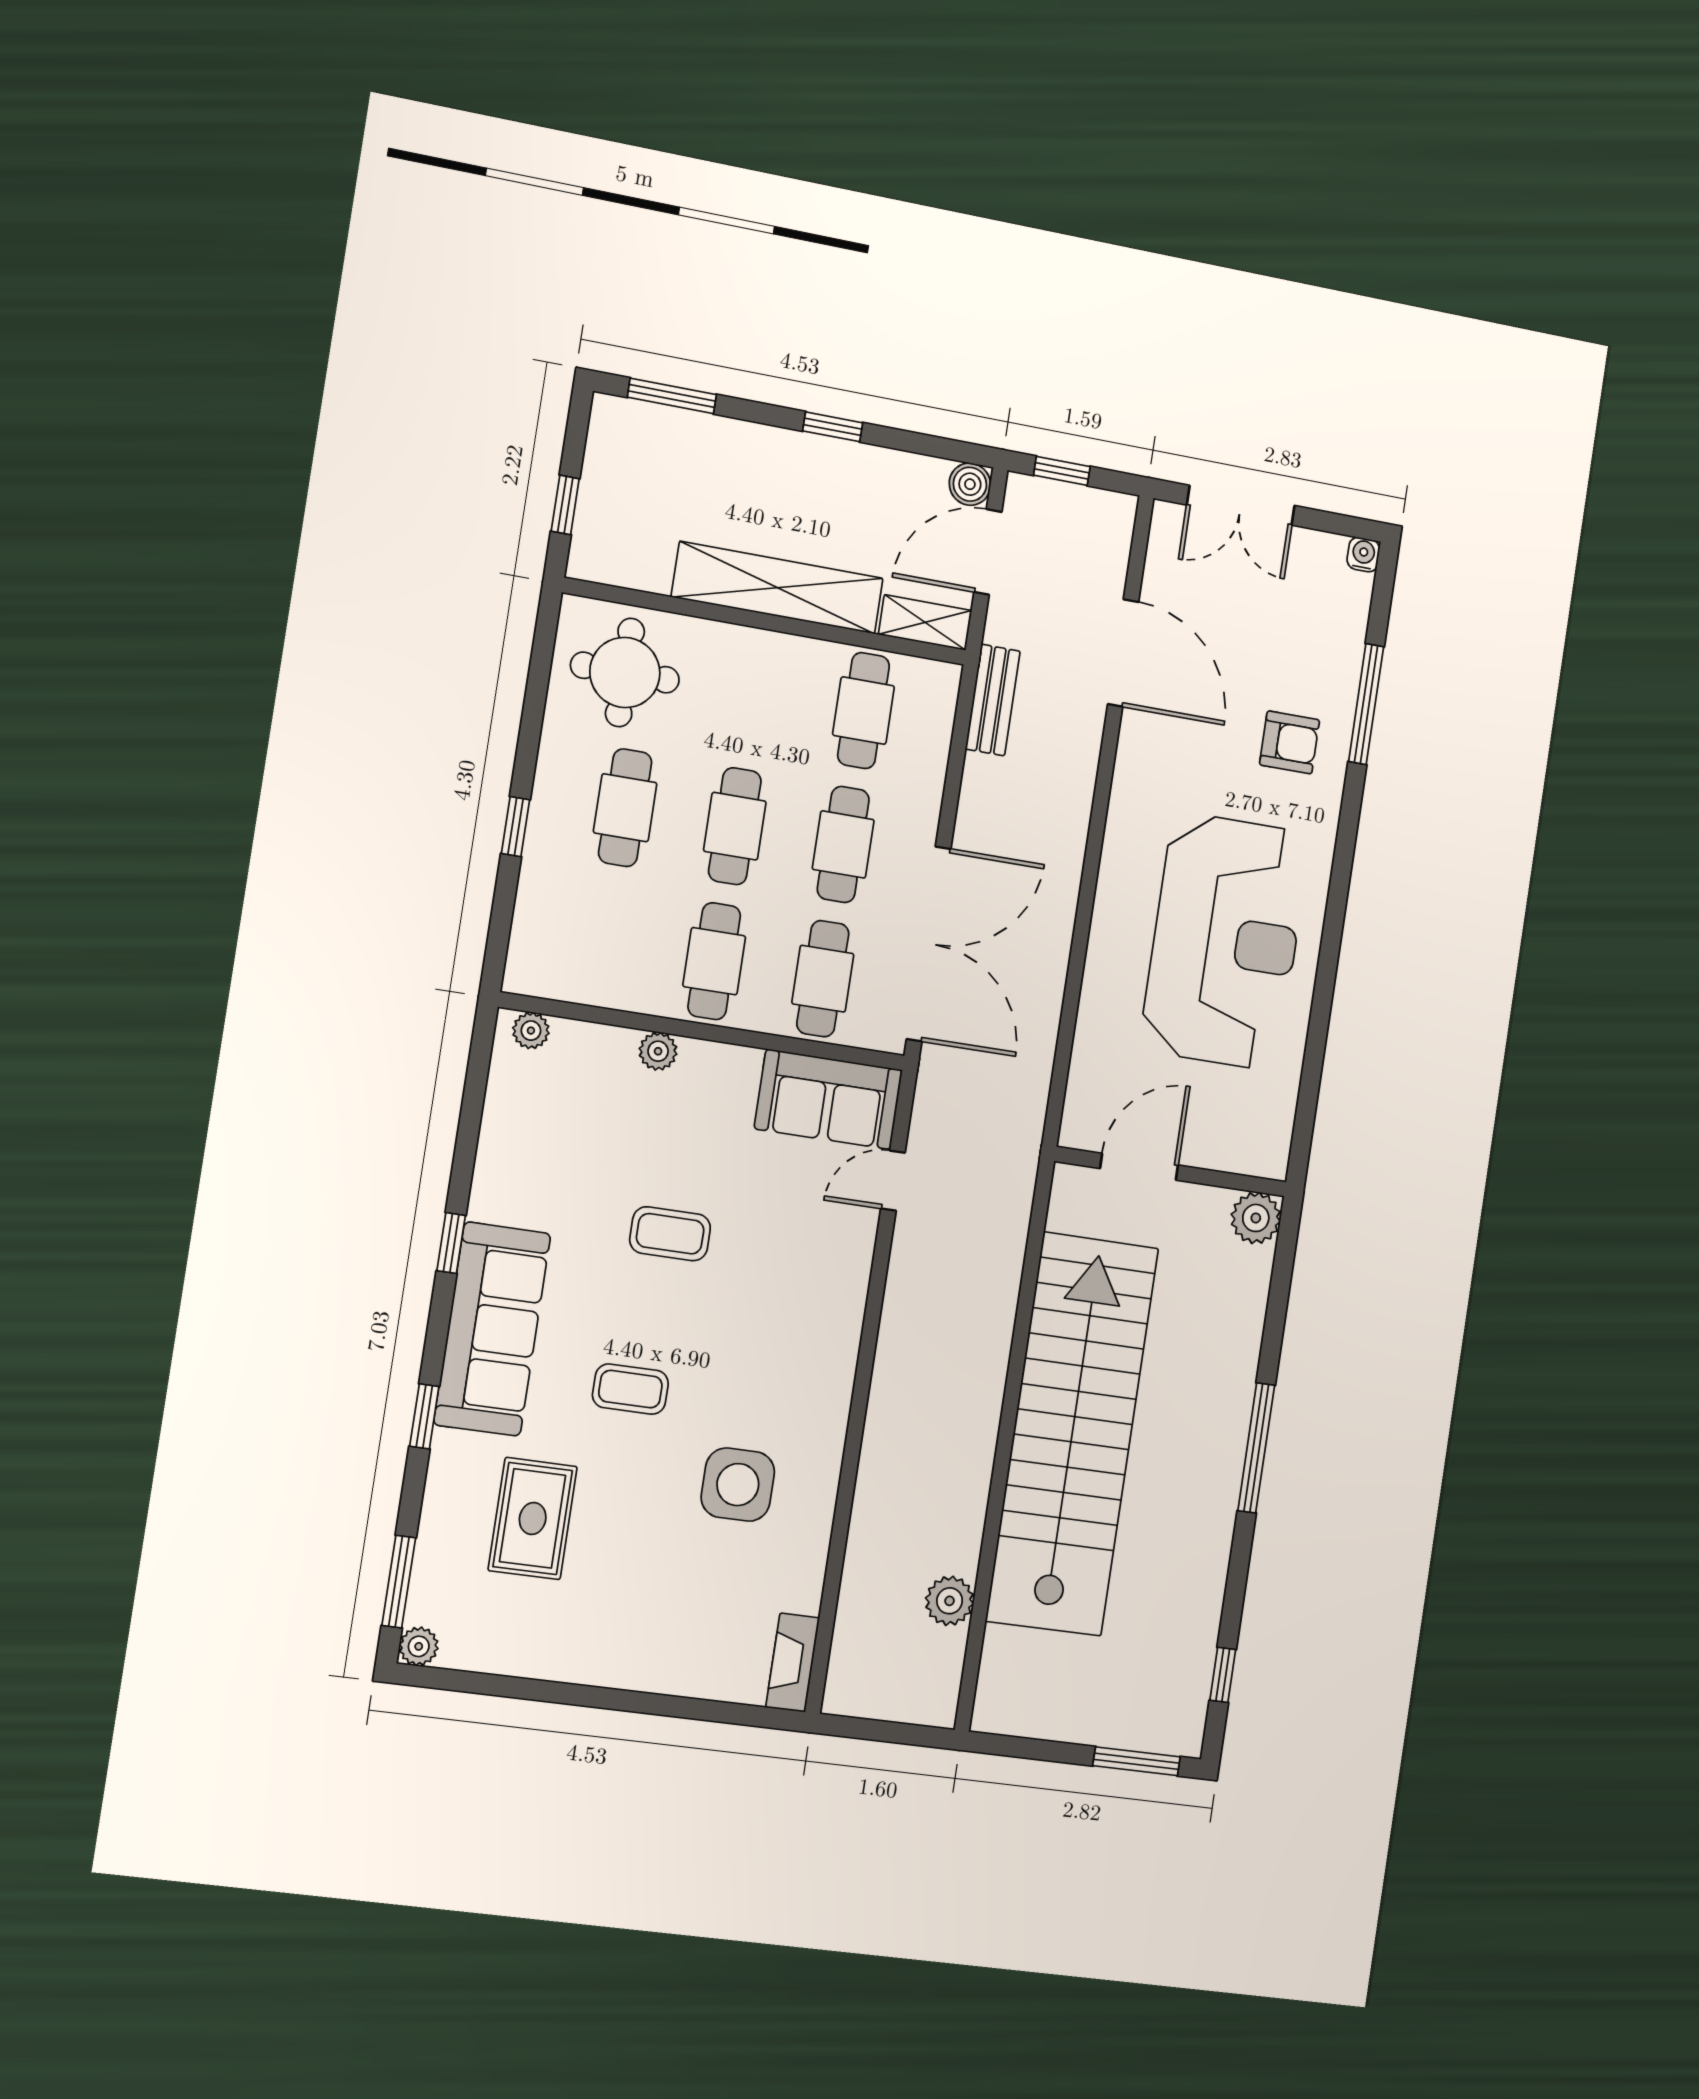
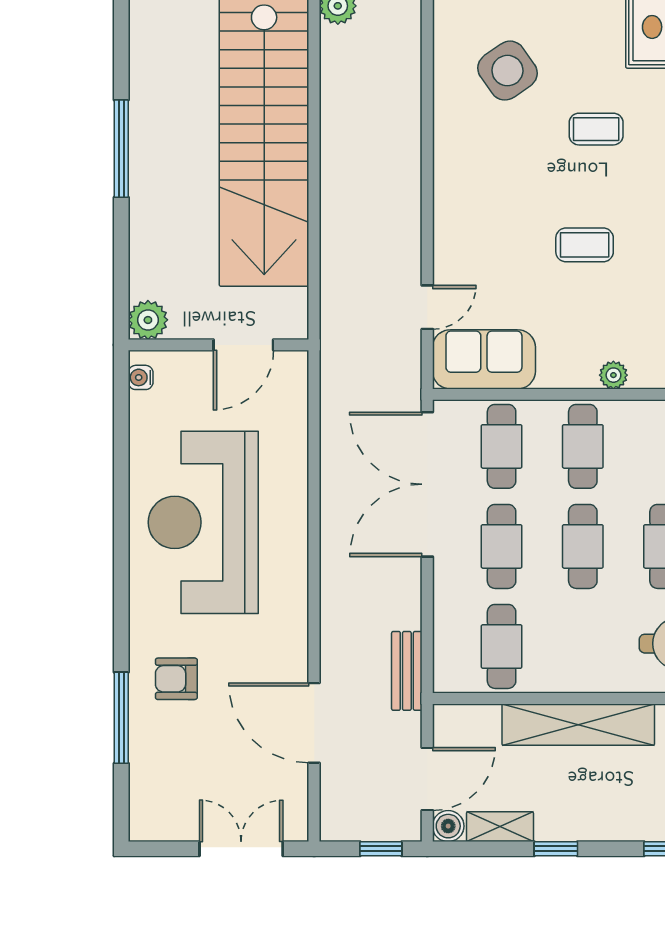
water cooler: (1363, 555) -> (141, 377), moved, turned 90
shelving: (925, 622) -> (500, 827), moved
side table: (738, 1485) -> (507, 71), turned -35

